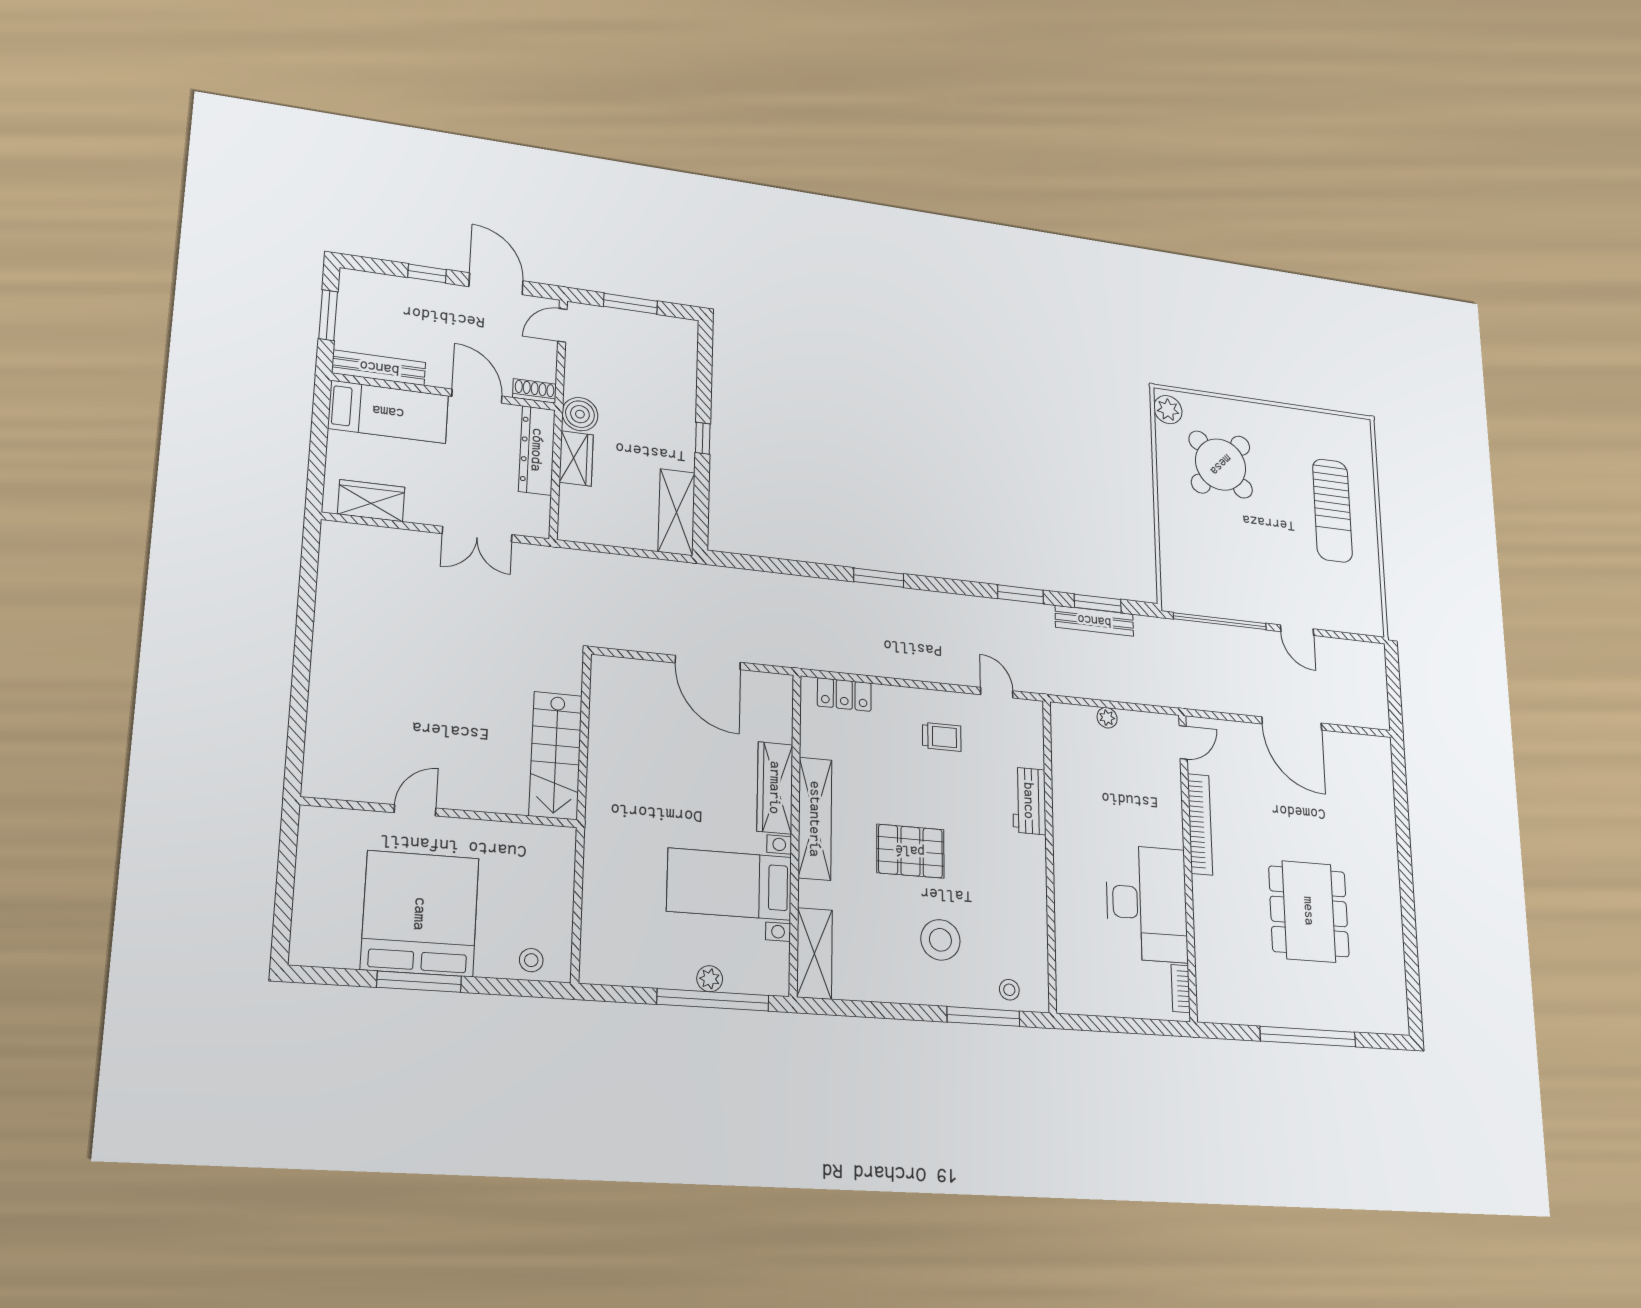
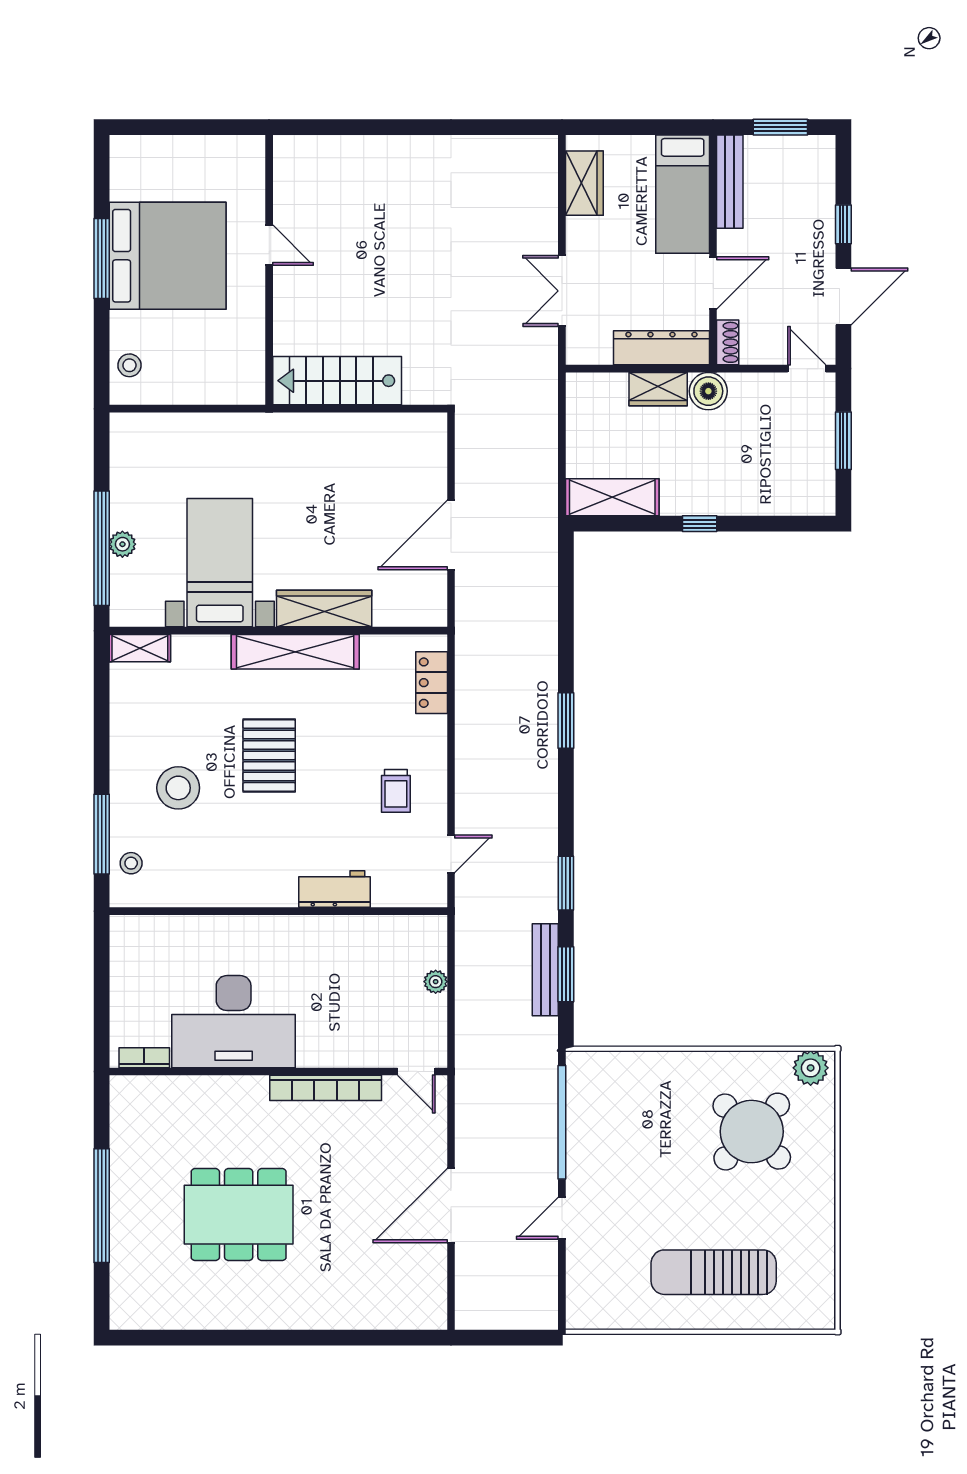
shelving: (814, 953) -> (140, 648), width x0.67, depth x0.75

